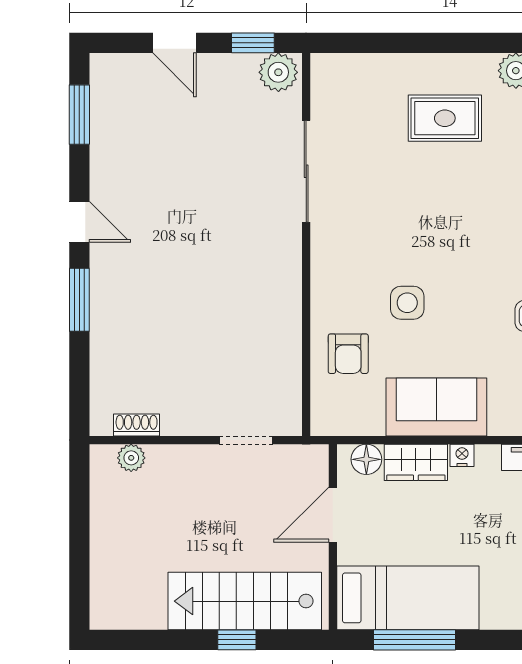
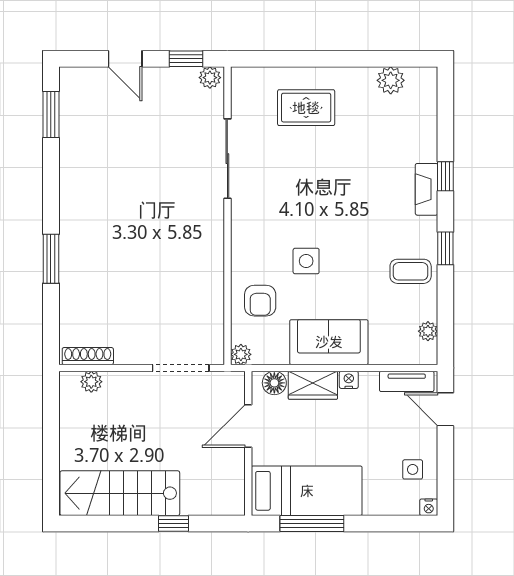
plant: (278, 72) -> (210, 78), width x0.73, depth x0.73
rug: (445, 118) -> (306, 108), moved
door: (79, 222) -> (51, 198), removed
plant: (323, 423) -> (241, 354), added
shoe rack: (137, 425) -> (88, 356), width x1.43
doorway: (246, 440) -> (181, 368), width x1.38
stairs: (245, 601) -> (120, 493), moved

